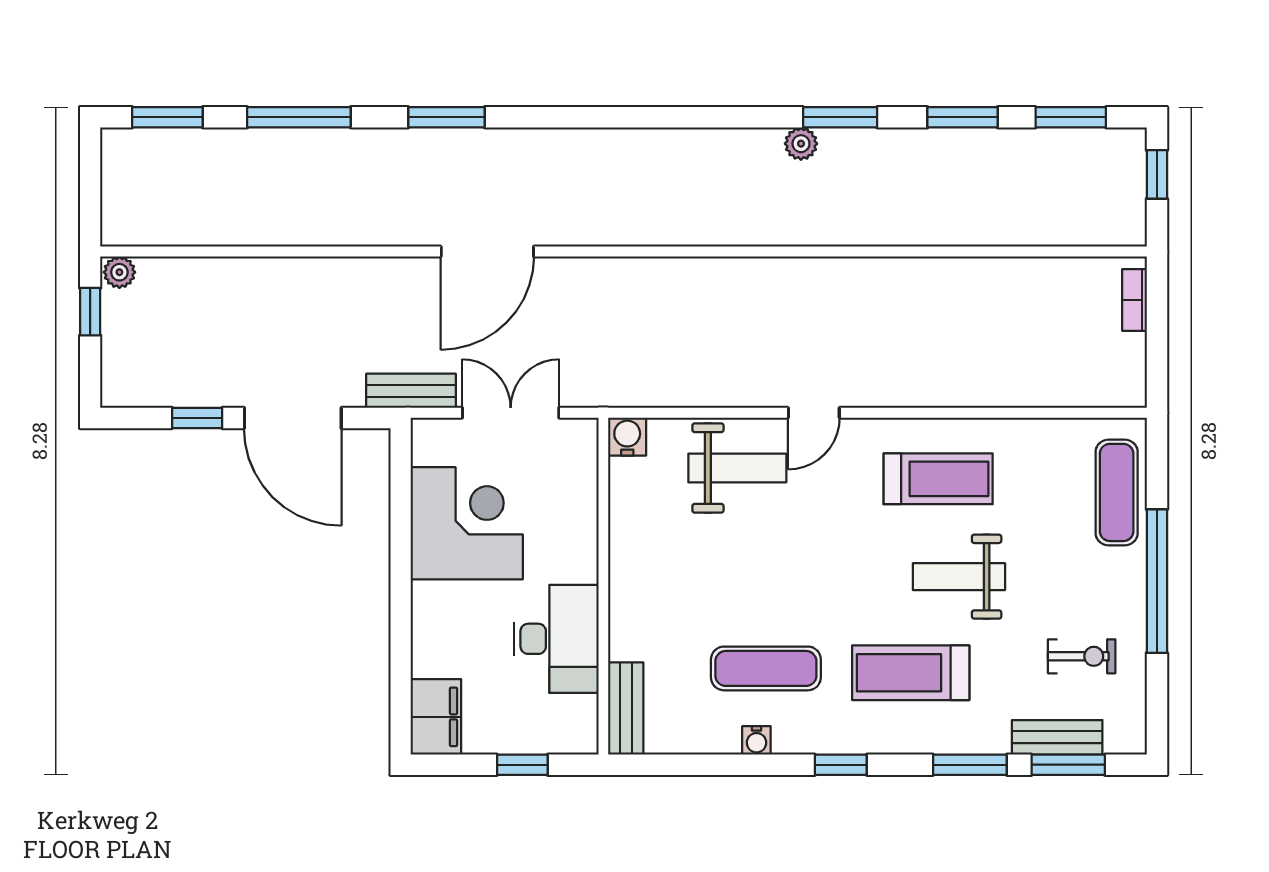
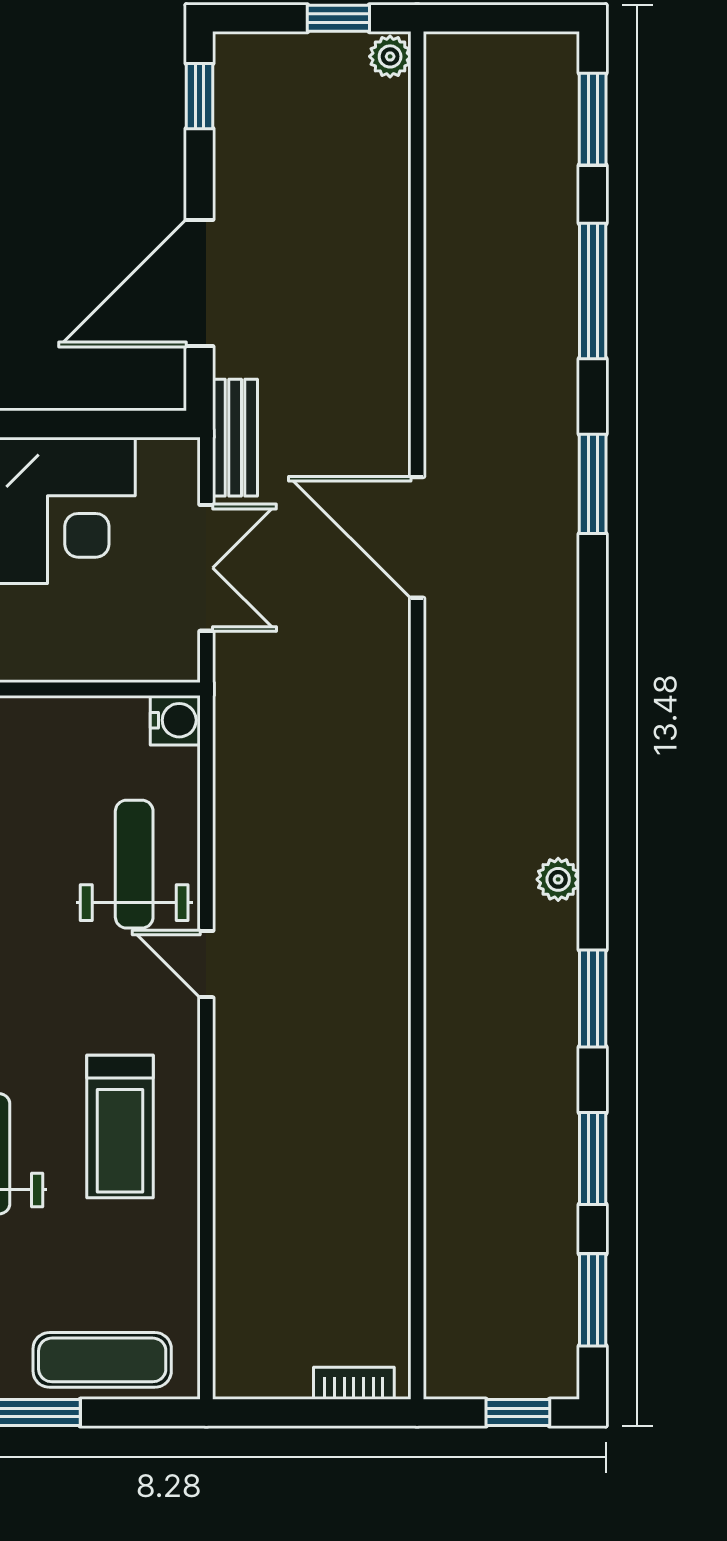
plant: (801, 144) -> (558, 879), moved
window: (197, 418) -> (200, 96), moved
weight bench: (737, 468) -> (134, 864), turned 180

